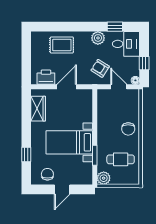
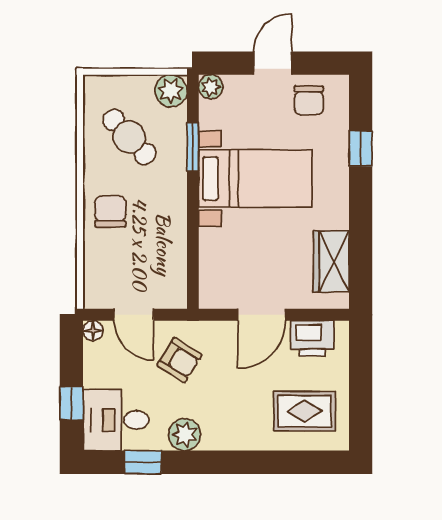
rug: (62, 45) -> (305, 411), moved
window: (144, 63) -> (71, 403), moved
cafe table: (121, 159) -> (129, 137), turned 47
plant: (87, 180) -> (211, 87), added

